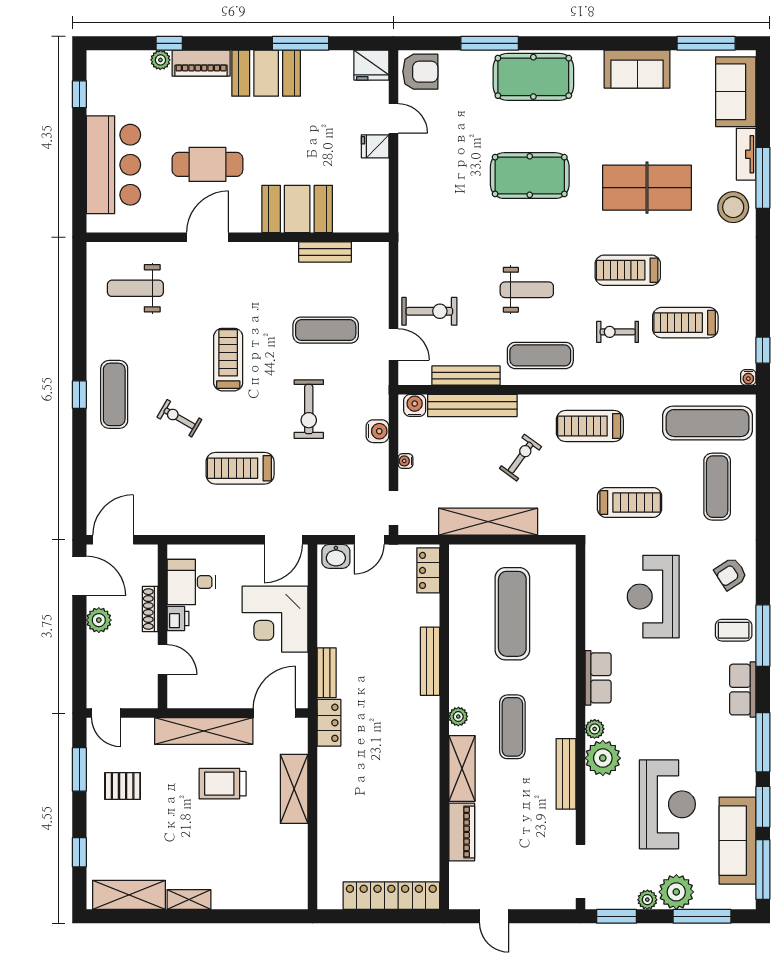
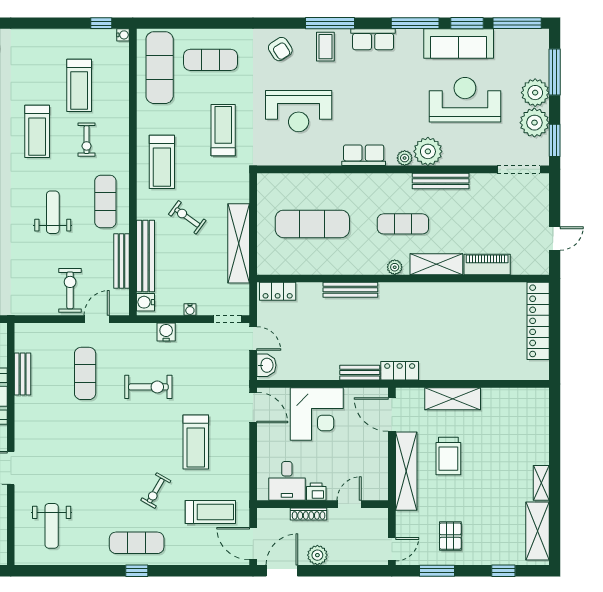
treadmill: (228, 360) -> (210, 512), moved, turned 180
sofa: (738, 841) -> (459, 44), moved
plant: (647, 900) -> (534, 123), width x1.88, depth x1.88

